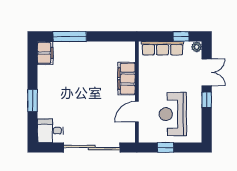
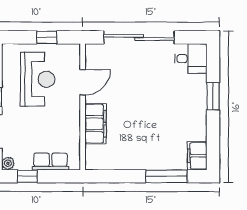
row of seats: (163, 48) -> (51, 162), width x0.68

